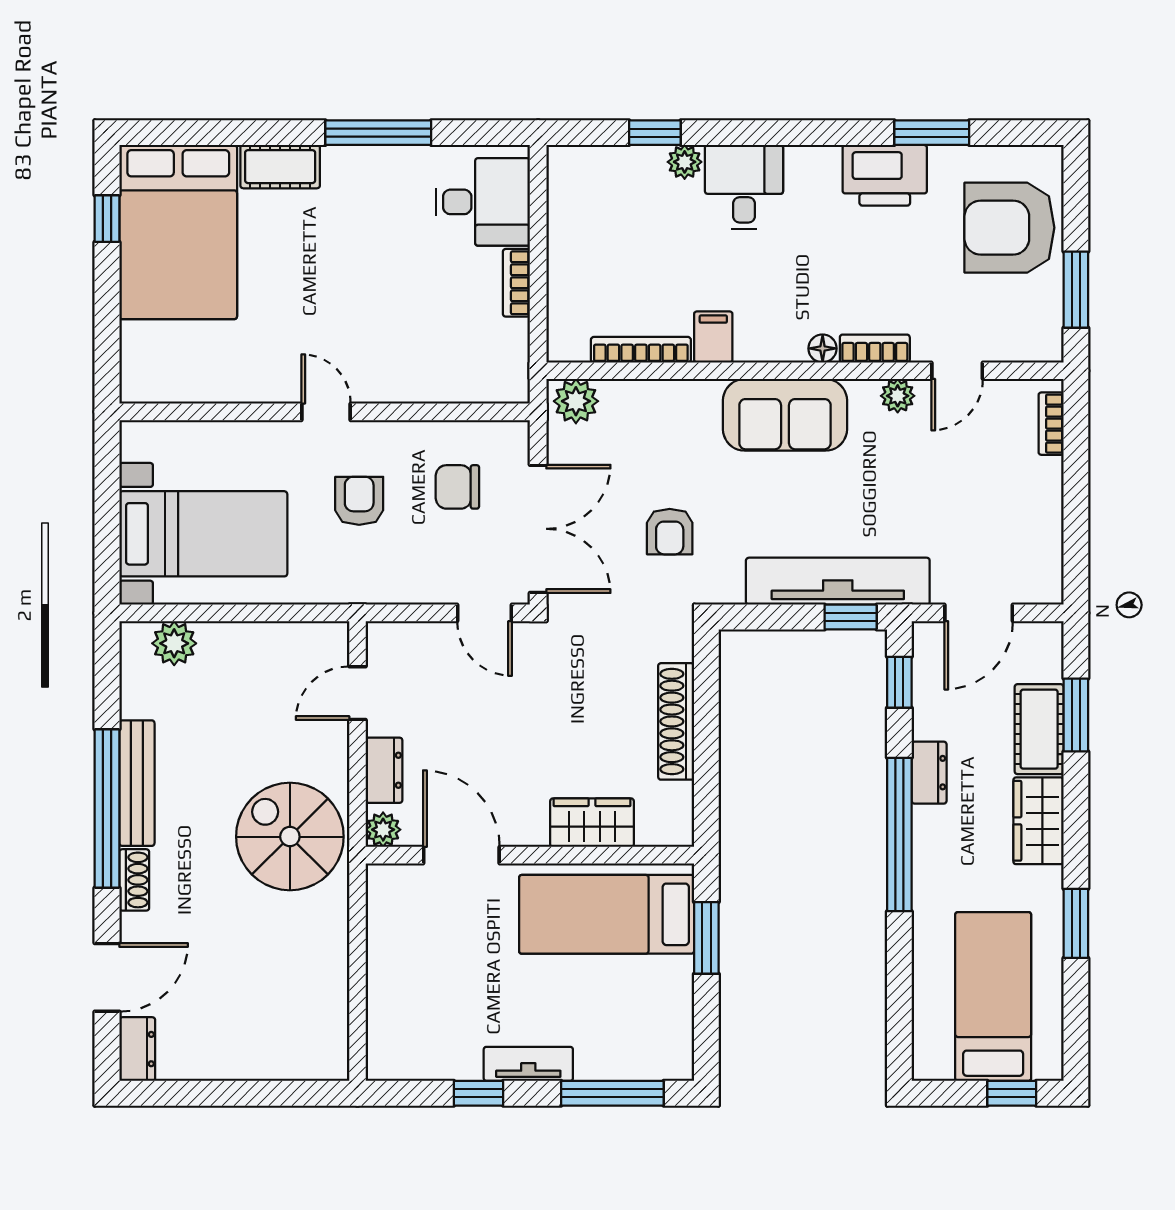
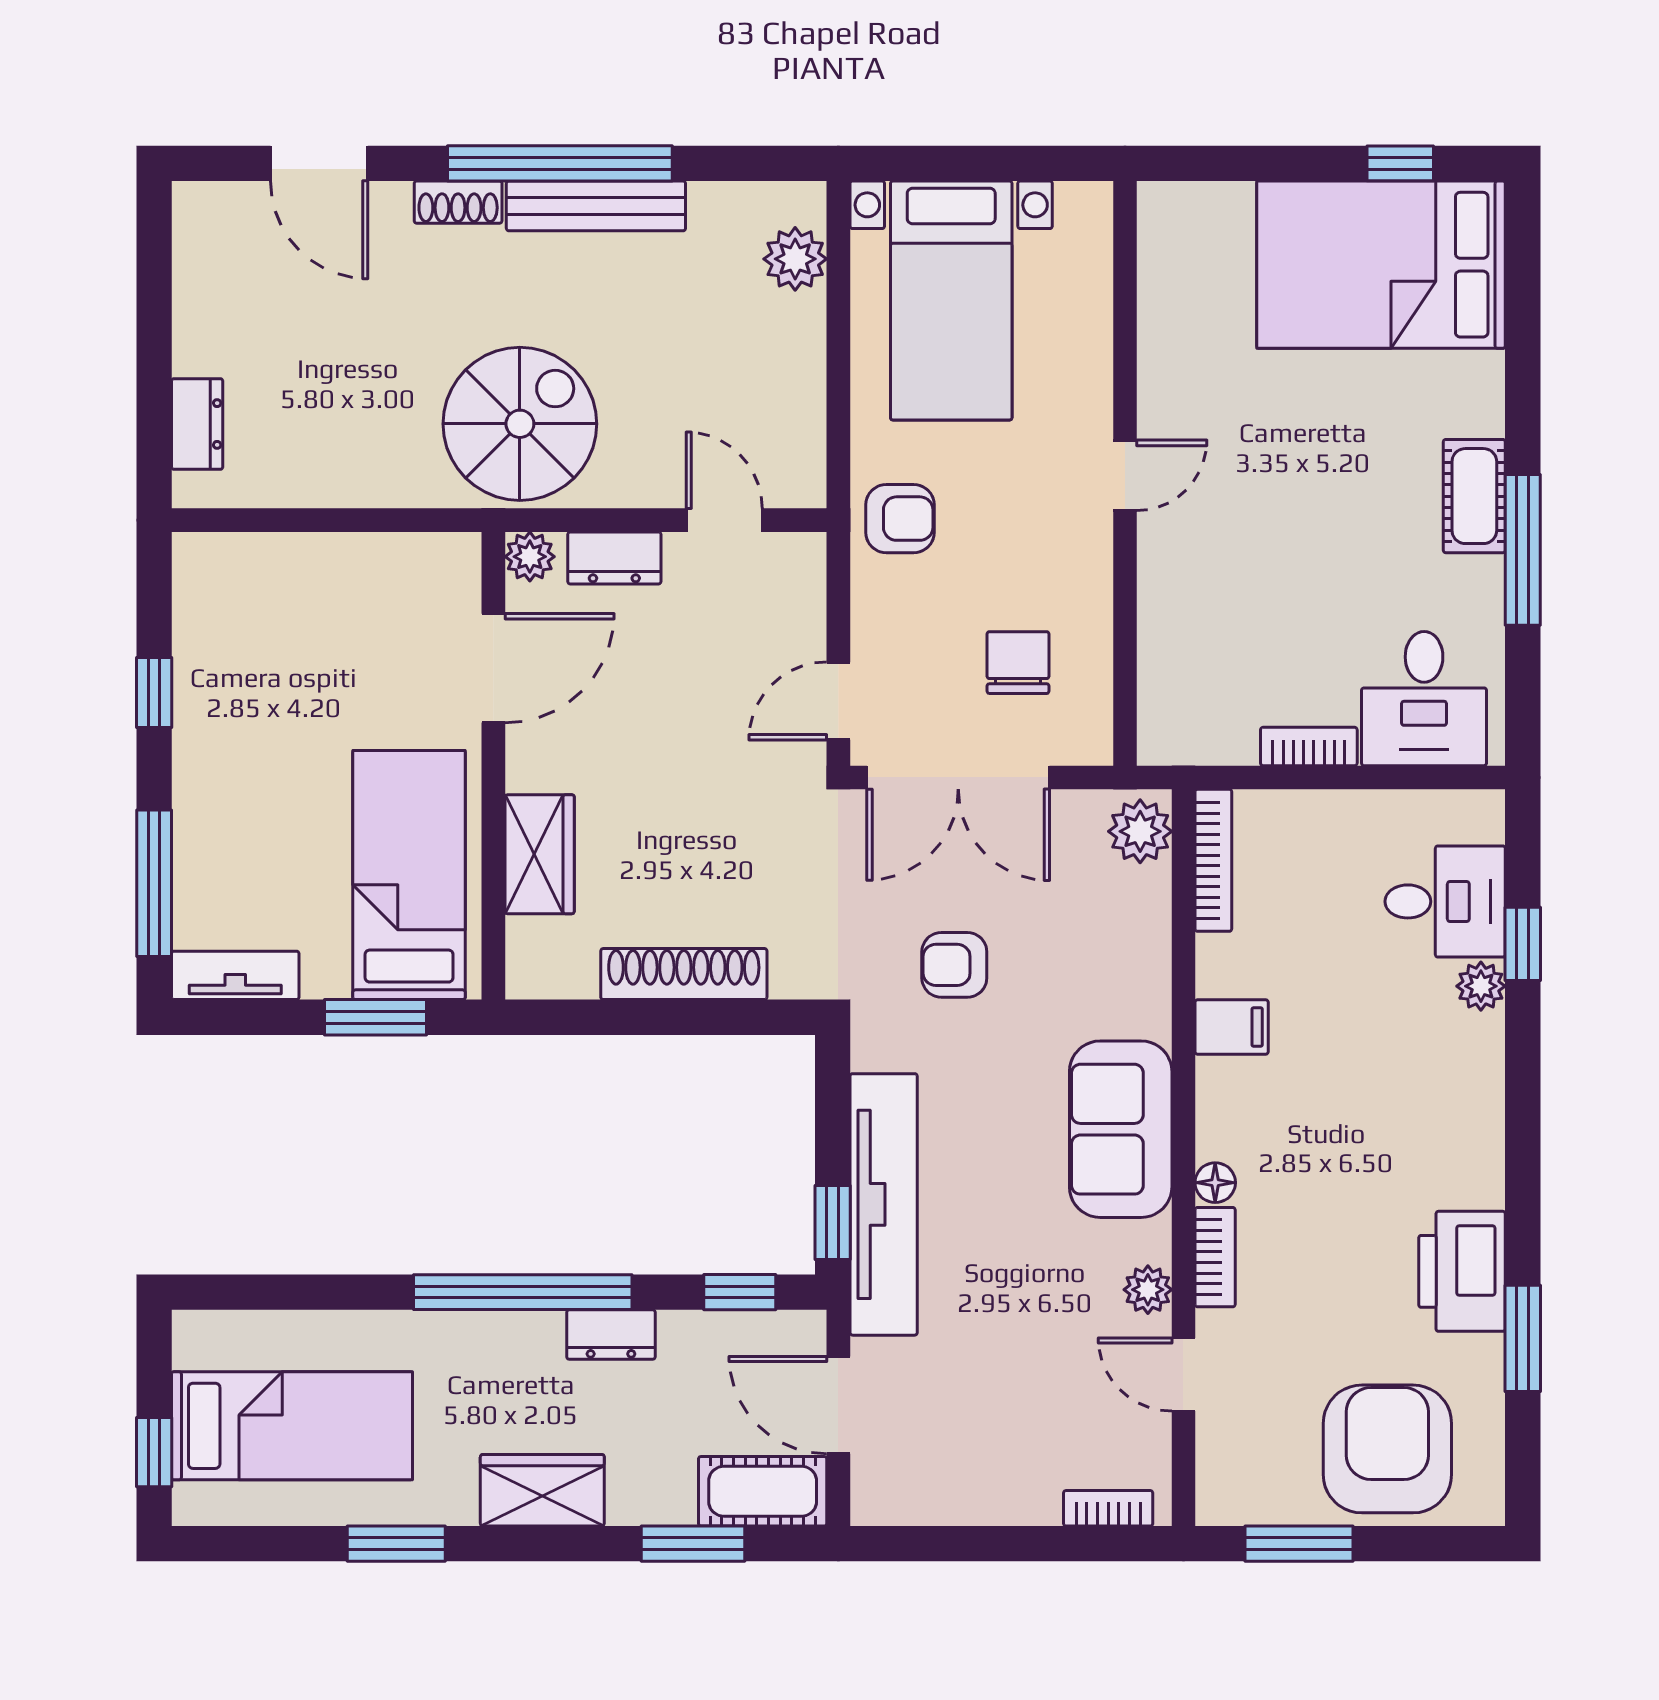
cot: (280, 167) -> (1474, 496), moved
desk: (744, 187) -> (1445, 901), moved
bookcase: (641, 350) -> (1213, 860), moved
armchair: (359, 501) -> (900, 519), moved
cot: (1039, 729) -> (763, 1491), moved
dresser: (137, 1049) -> (197, 424), moved, turned -90
tv unit: (528, 1064) -> (235, 975), moved, turned -90

